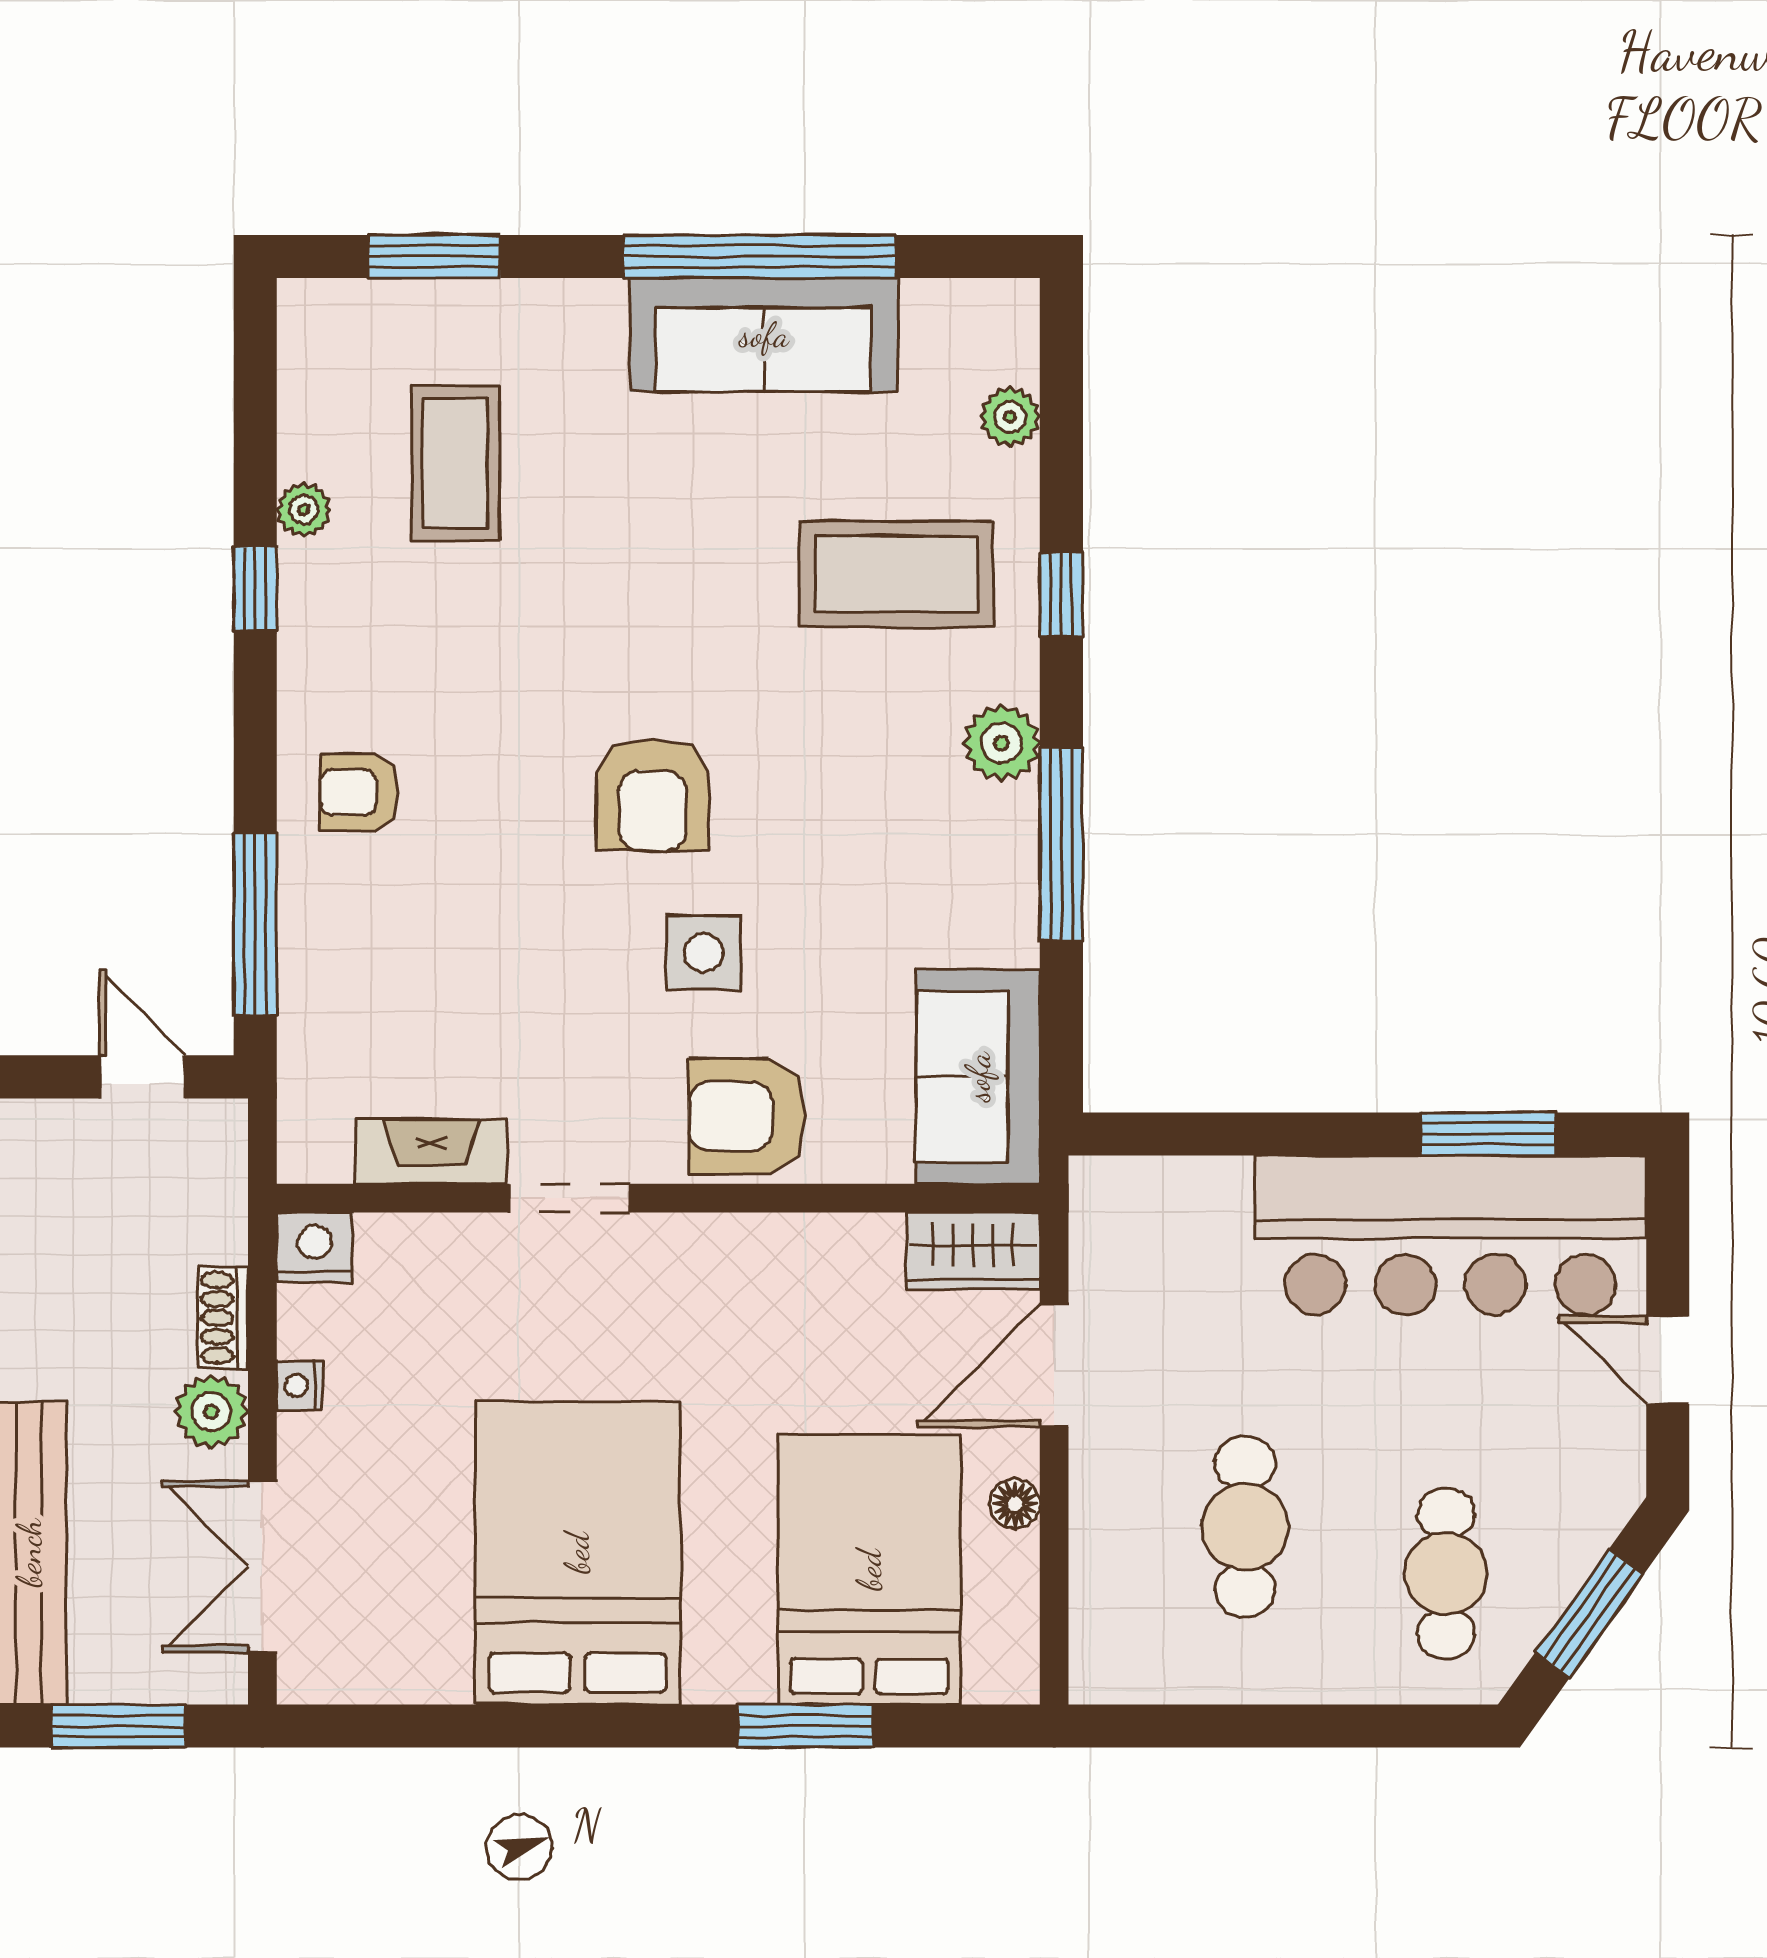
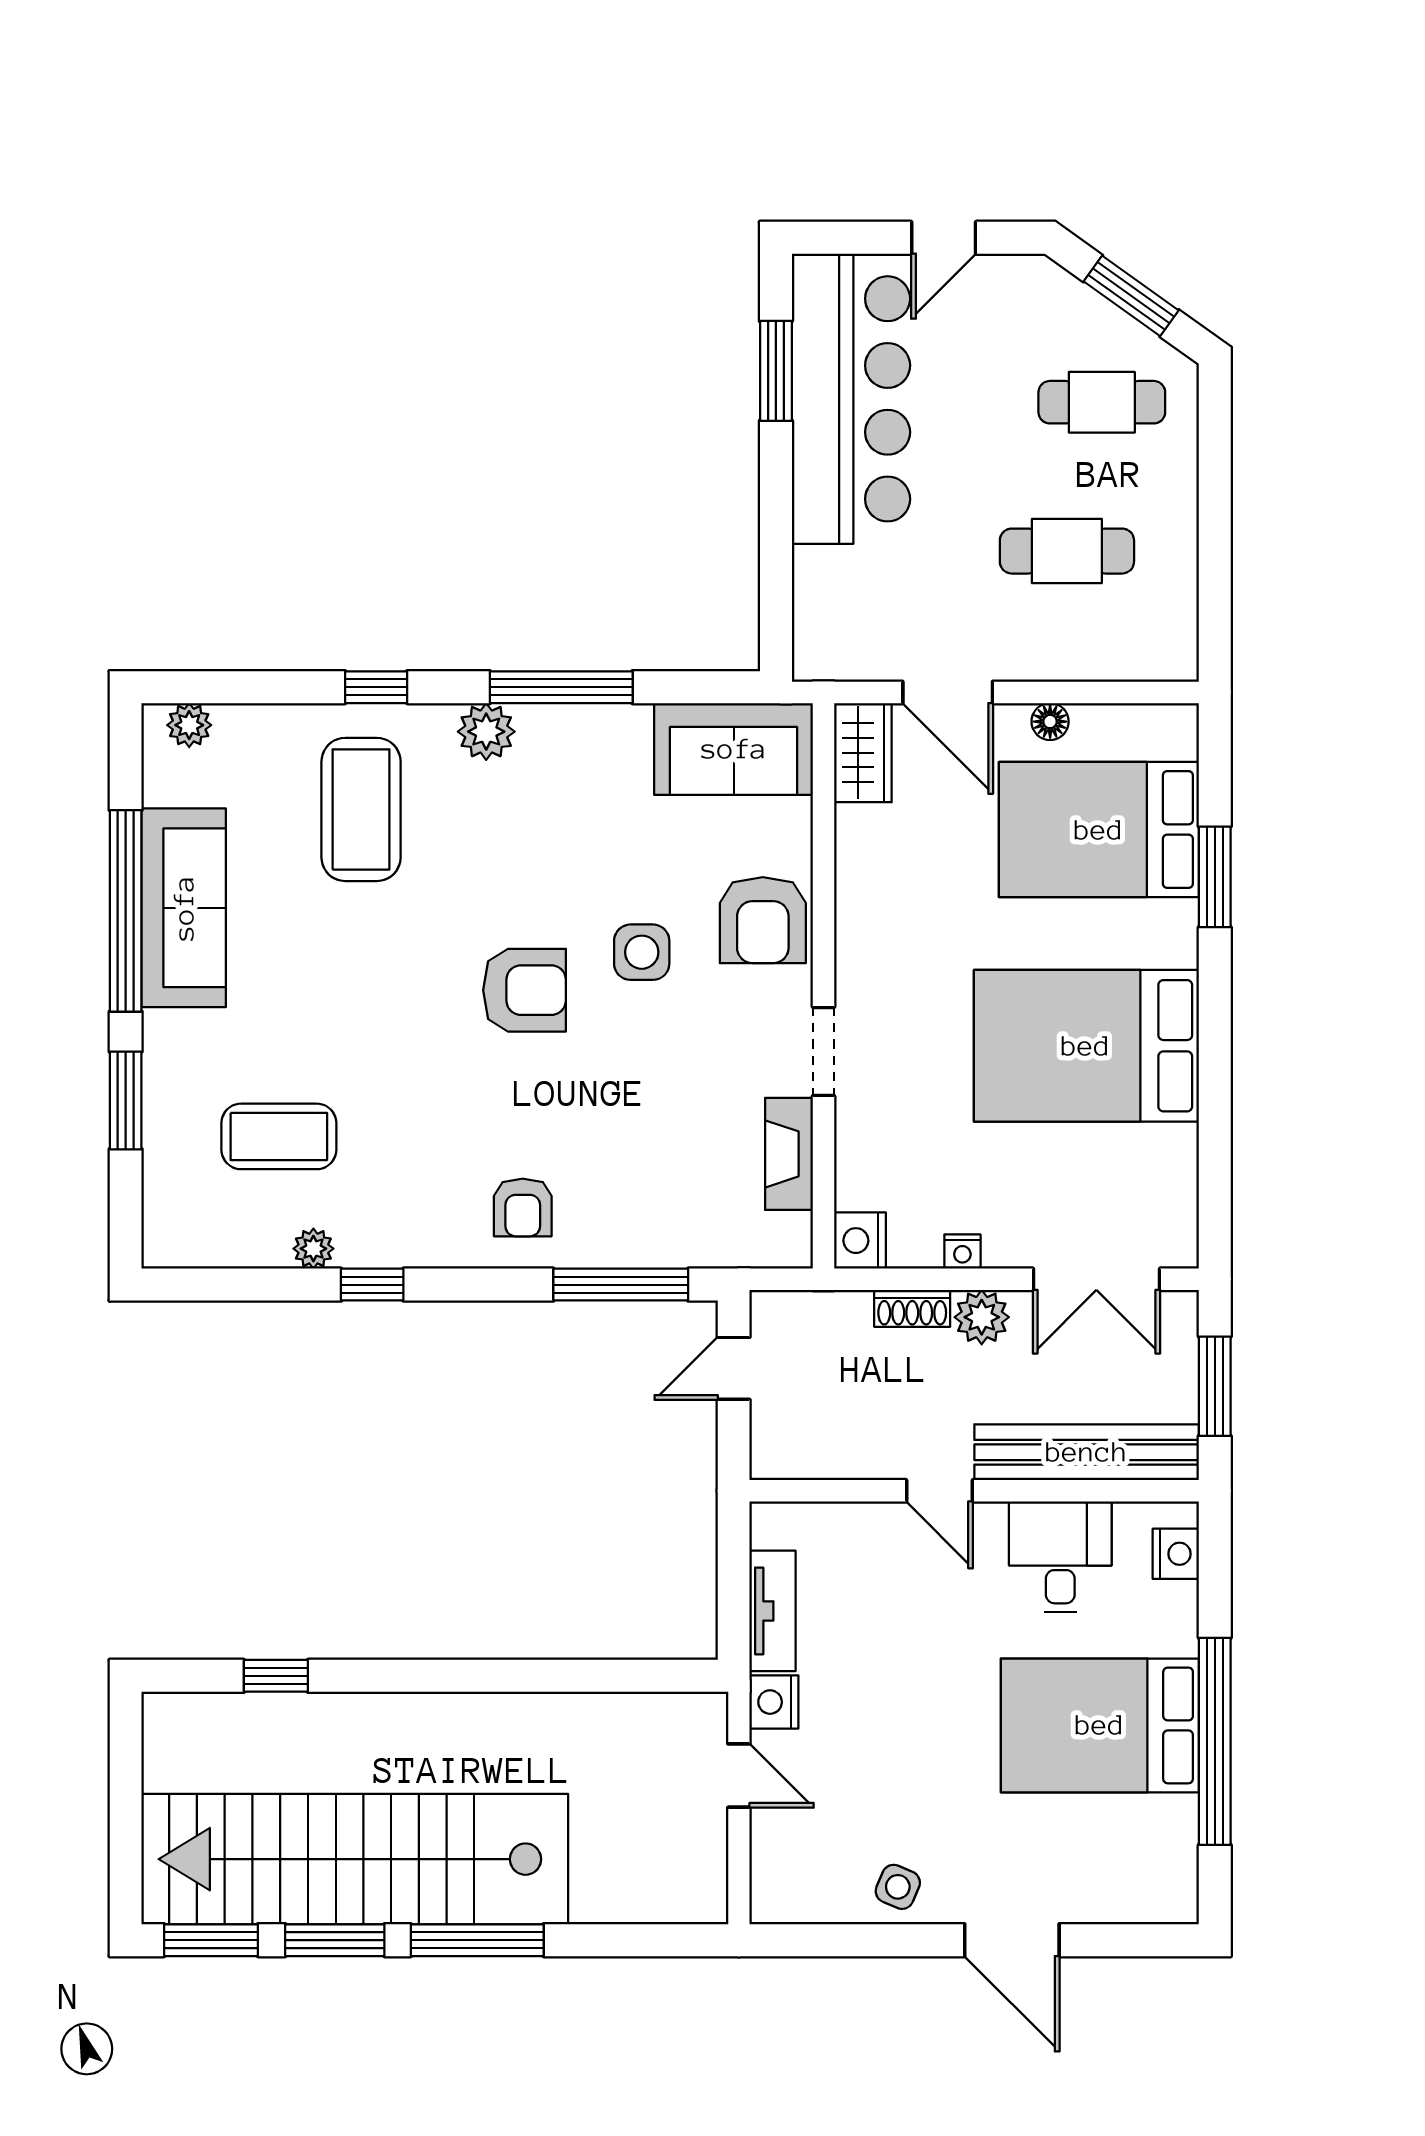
window: (434, 256) -> (126, 1100), moved
plant: (1010, 417) -> (189, 725), moved

